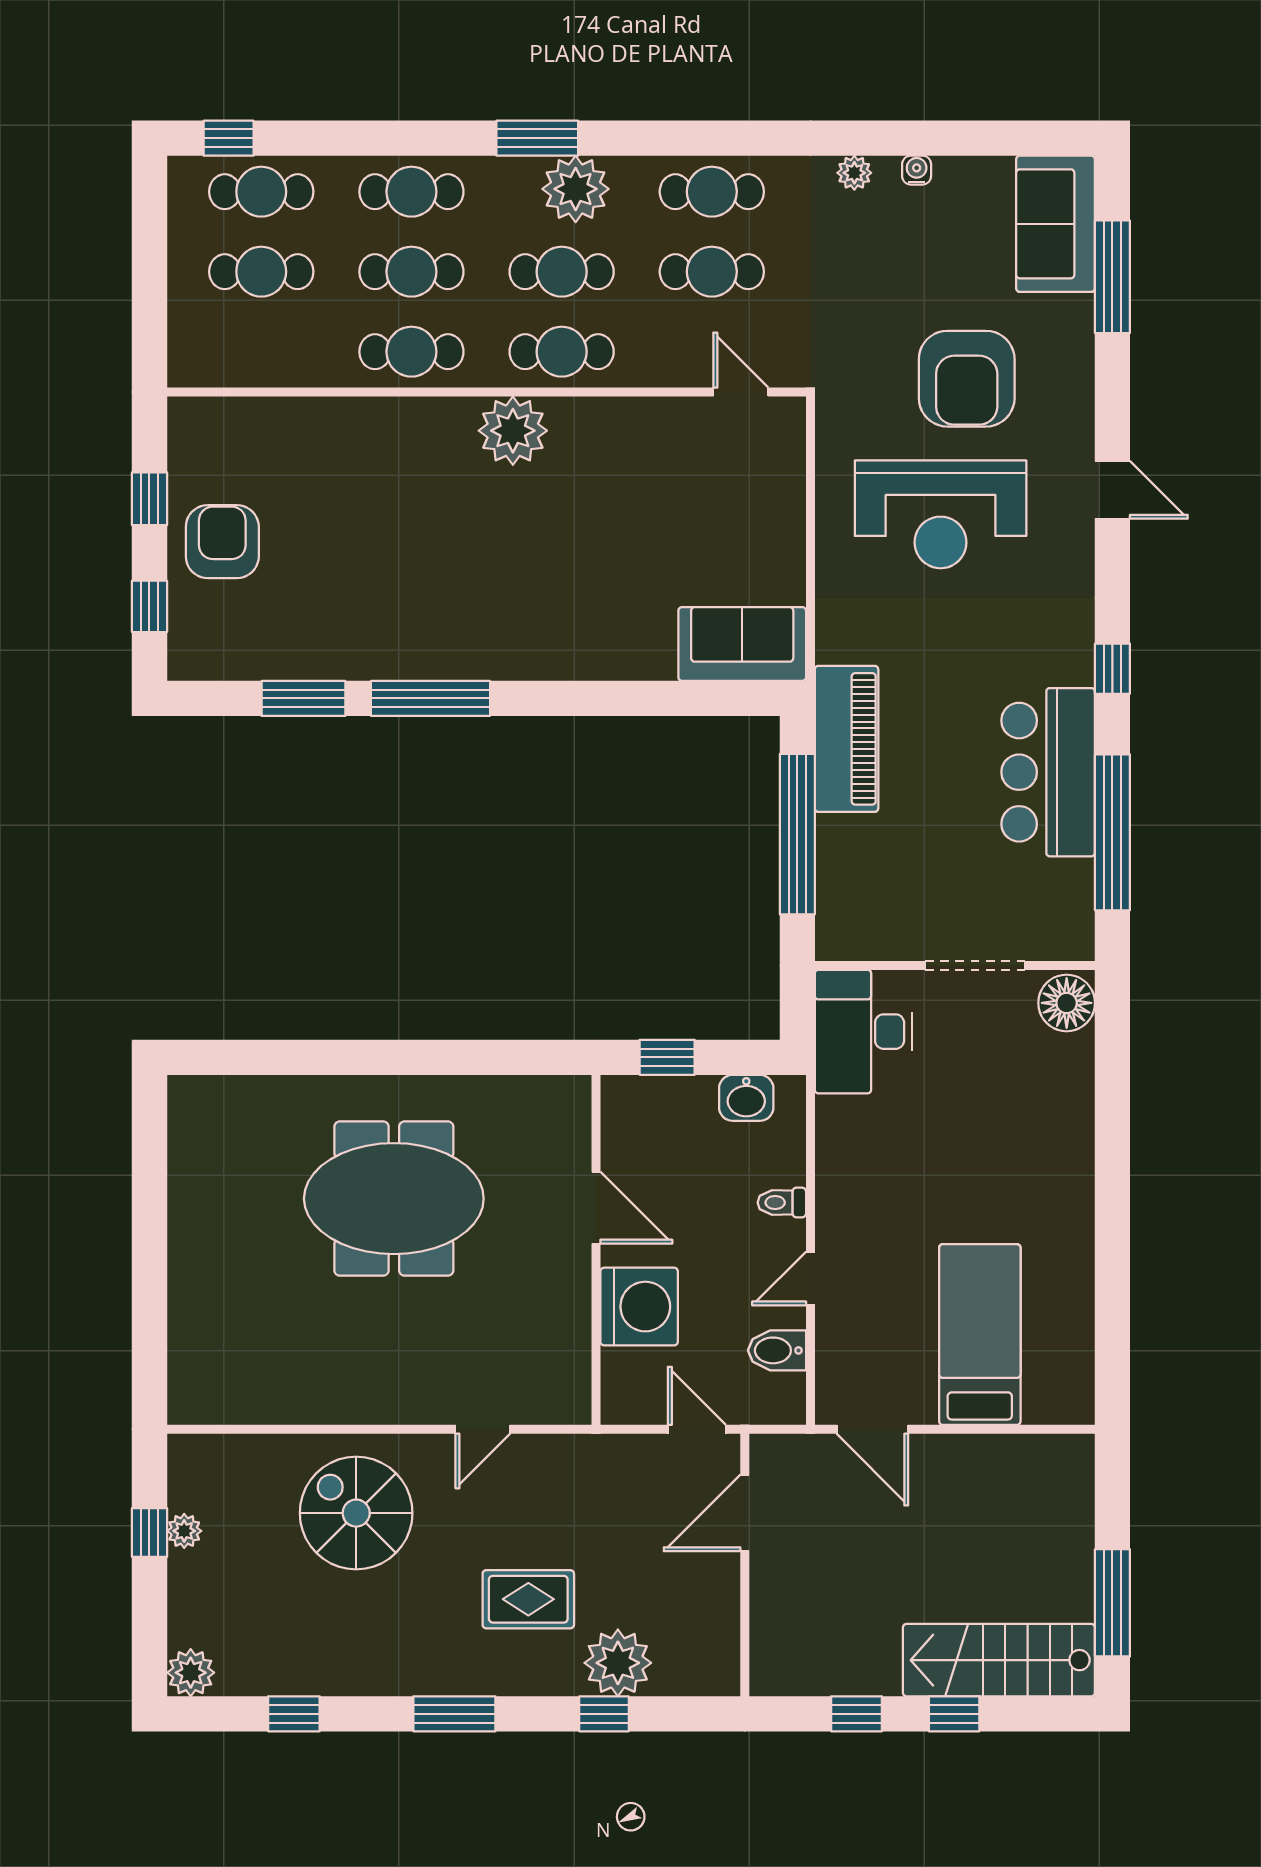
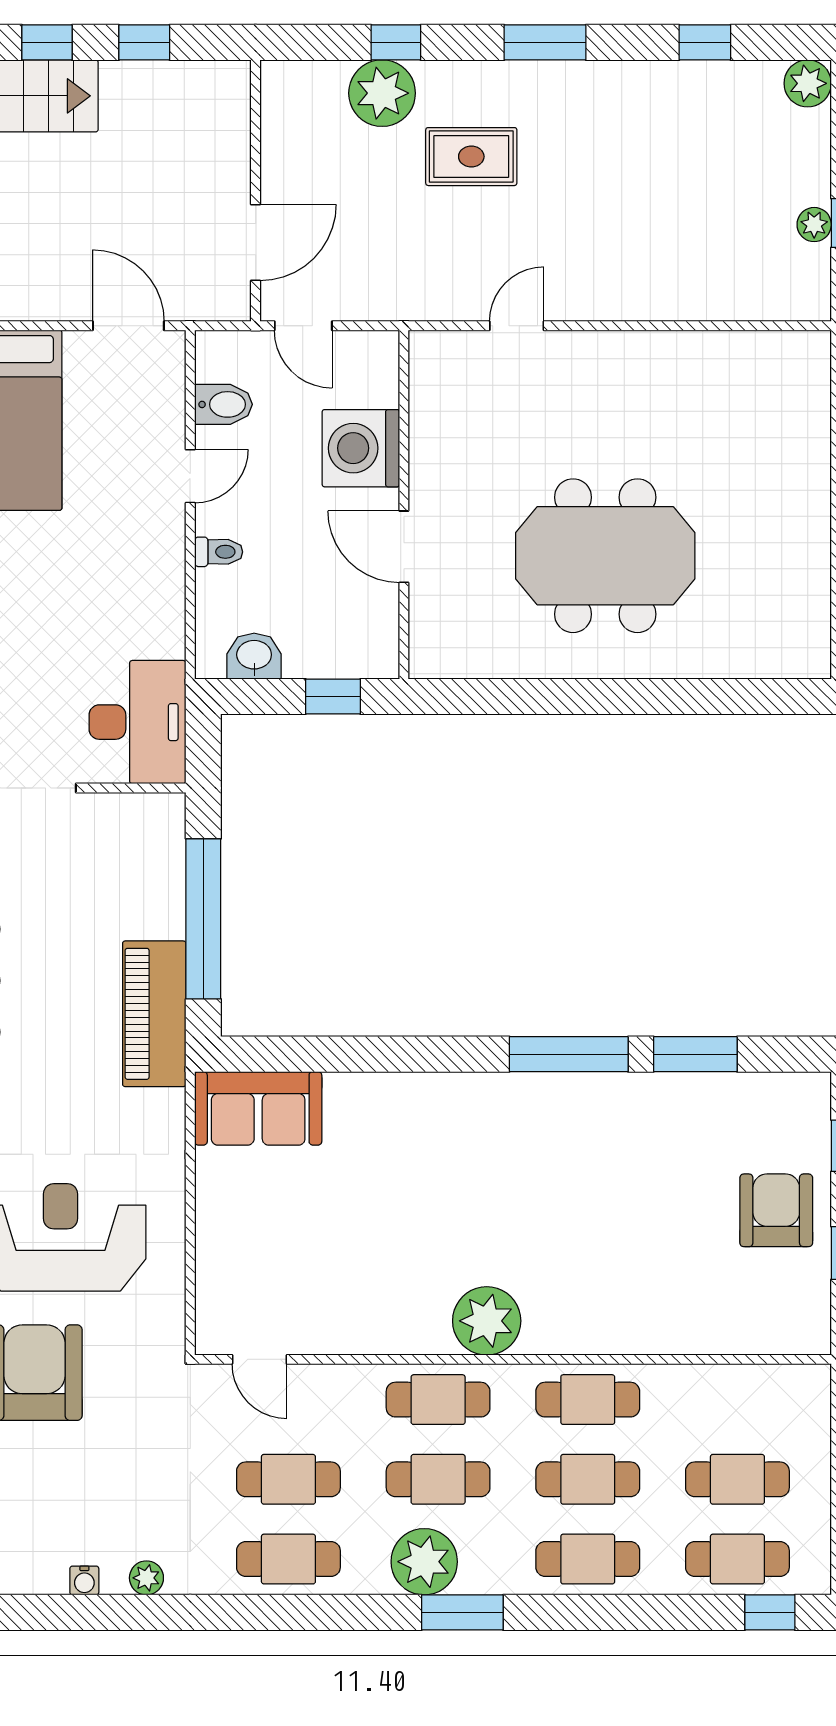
armchair: (222, 542) -> (776, 1210), turned 180
spiral stairs: (356, 1513) -> (643, 242), removed

